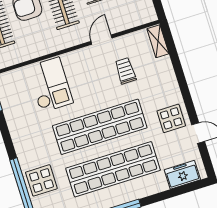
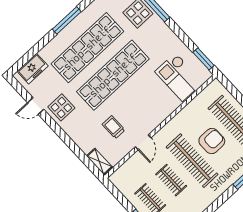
trolley: (125, 71) -> (114, 127), turned 180
checkout: (50, 85) -> (179, 77), moved

